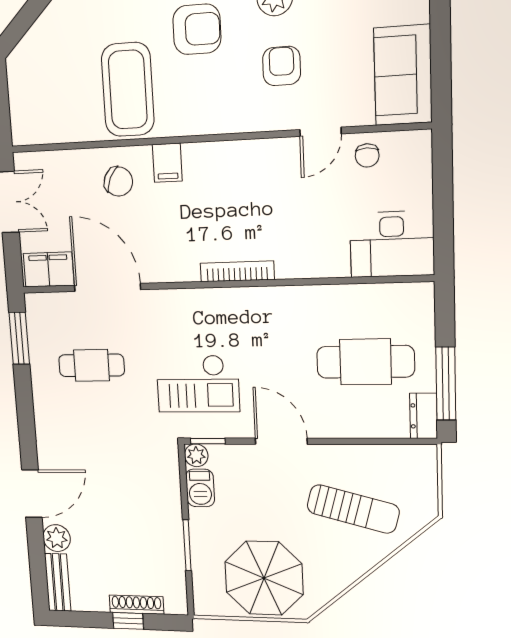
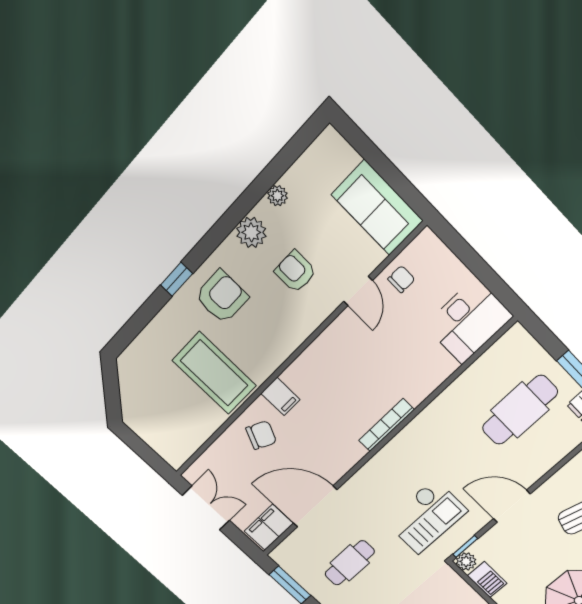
chair: (367, 155) -> (401, 279), turned -90

